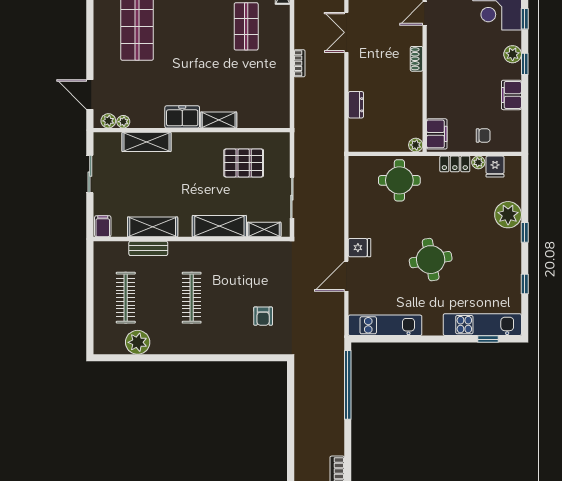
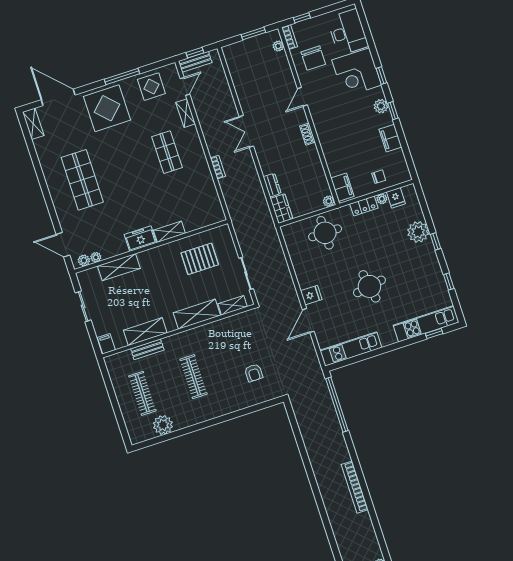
wardrobe: (358, 136) -> (281, 209), added

